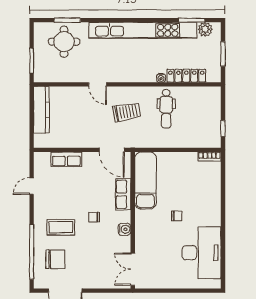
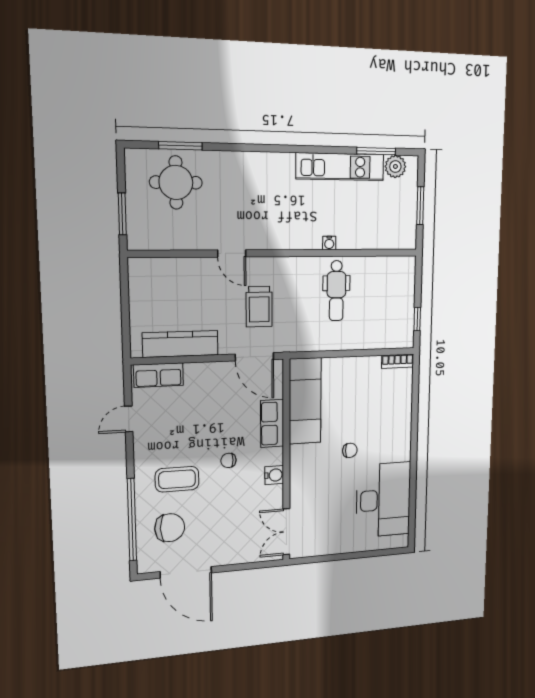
kitchen unit: (143, 30) -> (340, 167), width x0.54
locker: (186, 76) -> (367, 239), removed
kitchen counter: (41, 110) -> (180, 344), moved, turned -90
trolley: (127, 112) -> (259, 307), moved, turned 100
row of seats: (66, 159) -> (159, 375), moved

